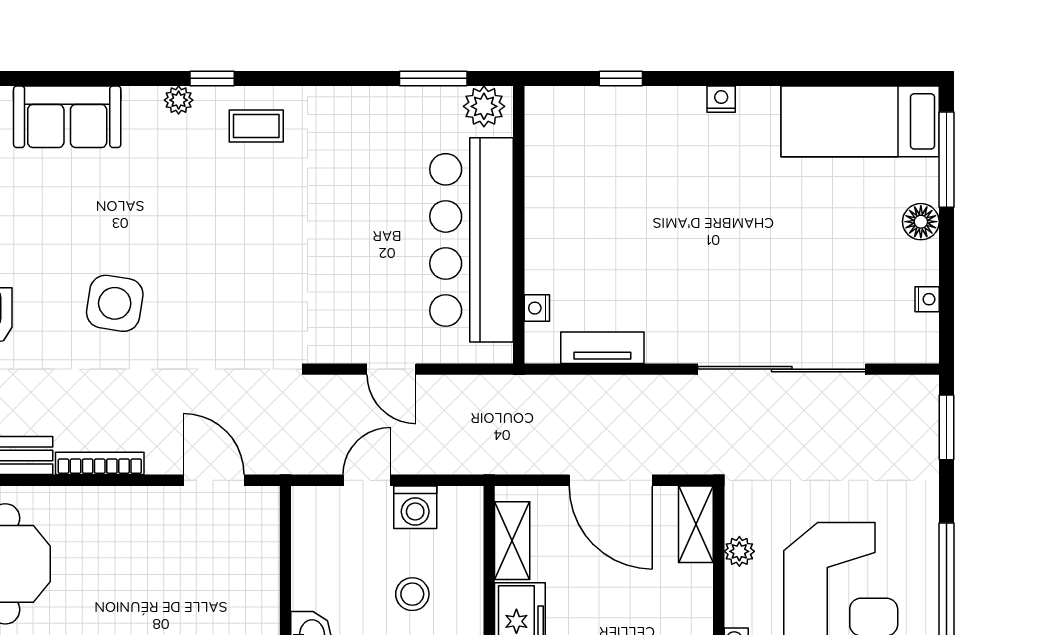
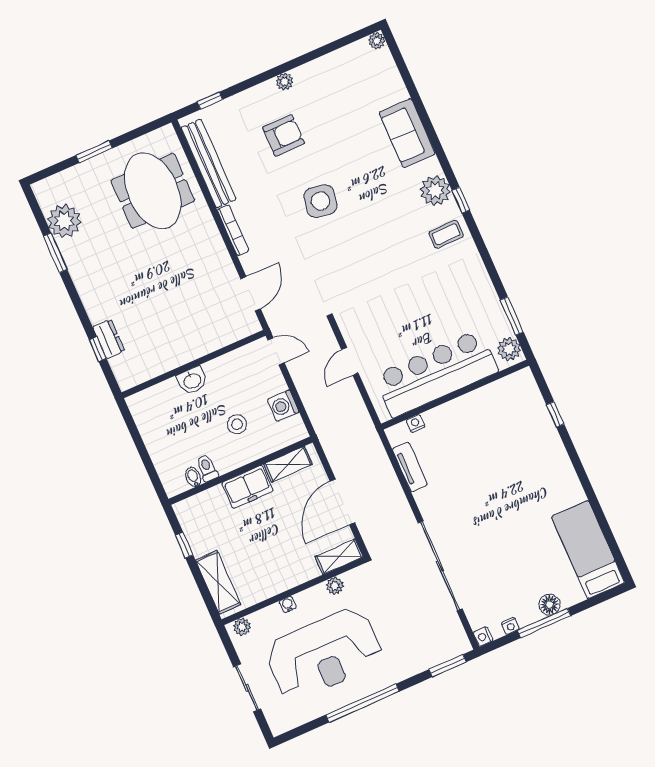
nightstand: (721, 99) -> (483, 637), moved, turned 180
plant: (179, 100) -> (435, 190), width x1.87, depth x1.87
coffee table: (256, 126) -> (446, 234), turned 90
window: (946, 160) -> (544, 623), moved
door: (367, 480) -> (276, 351), moved

